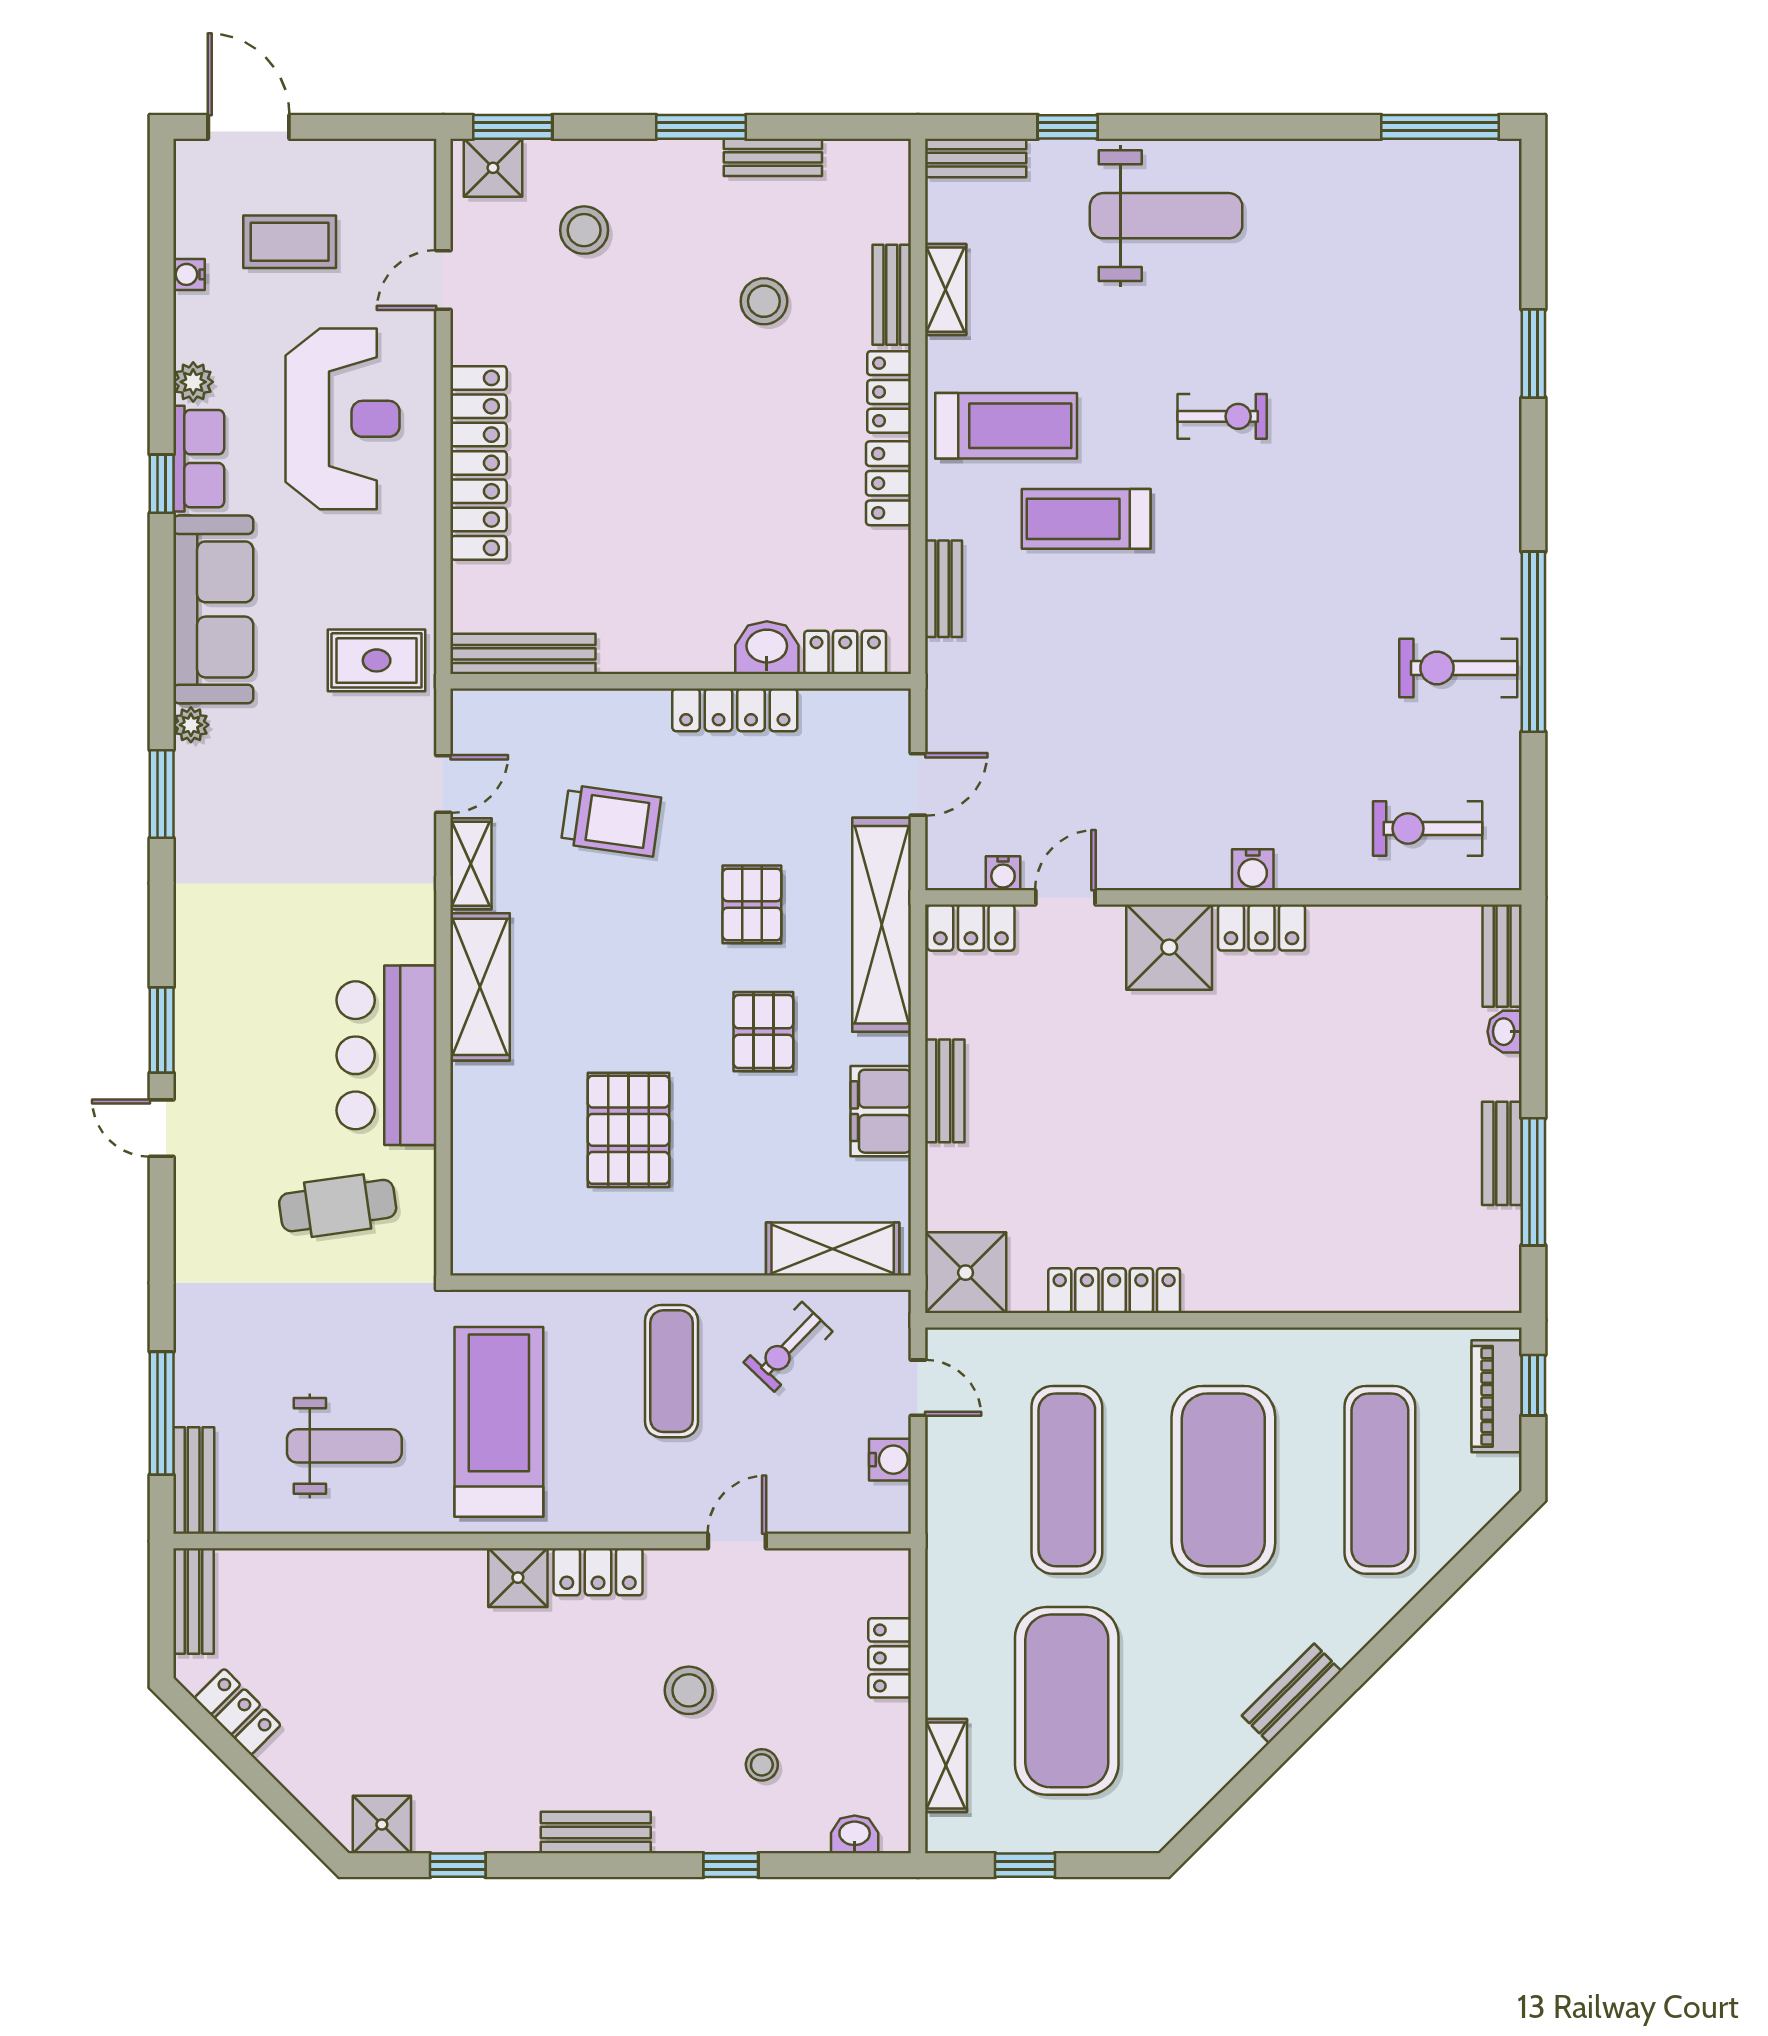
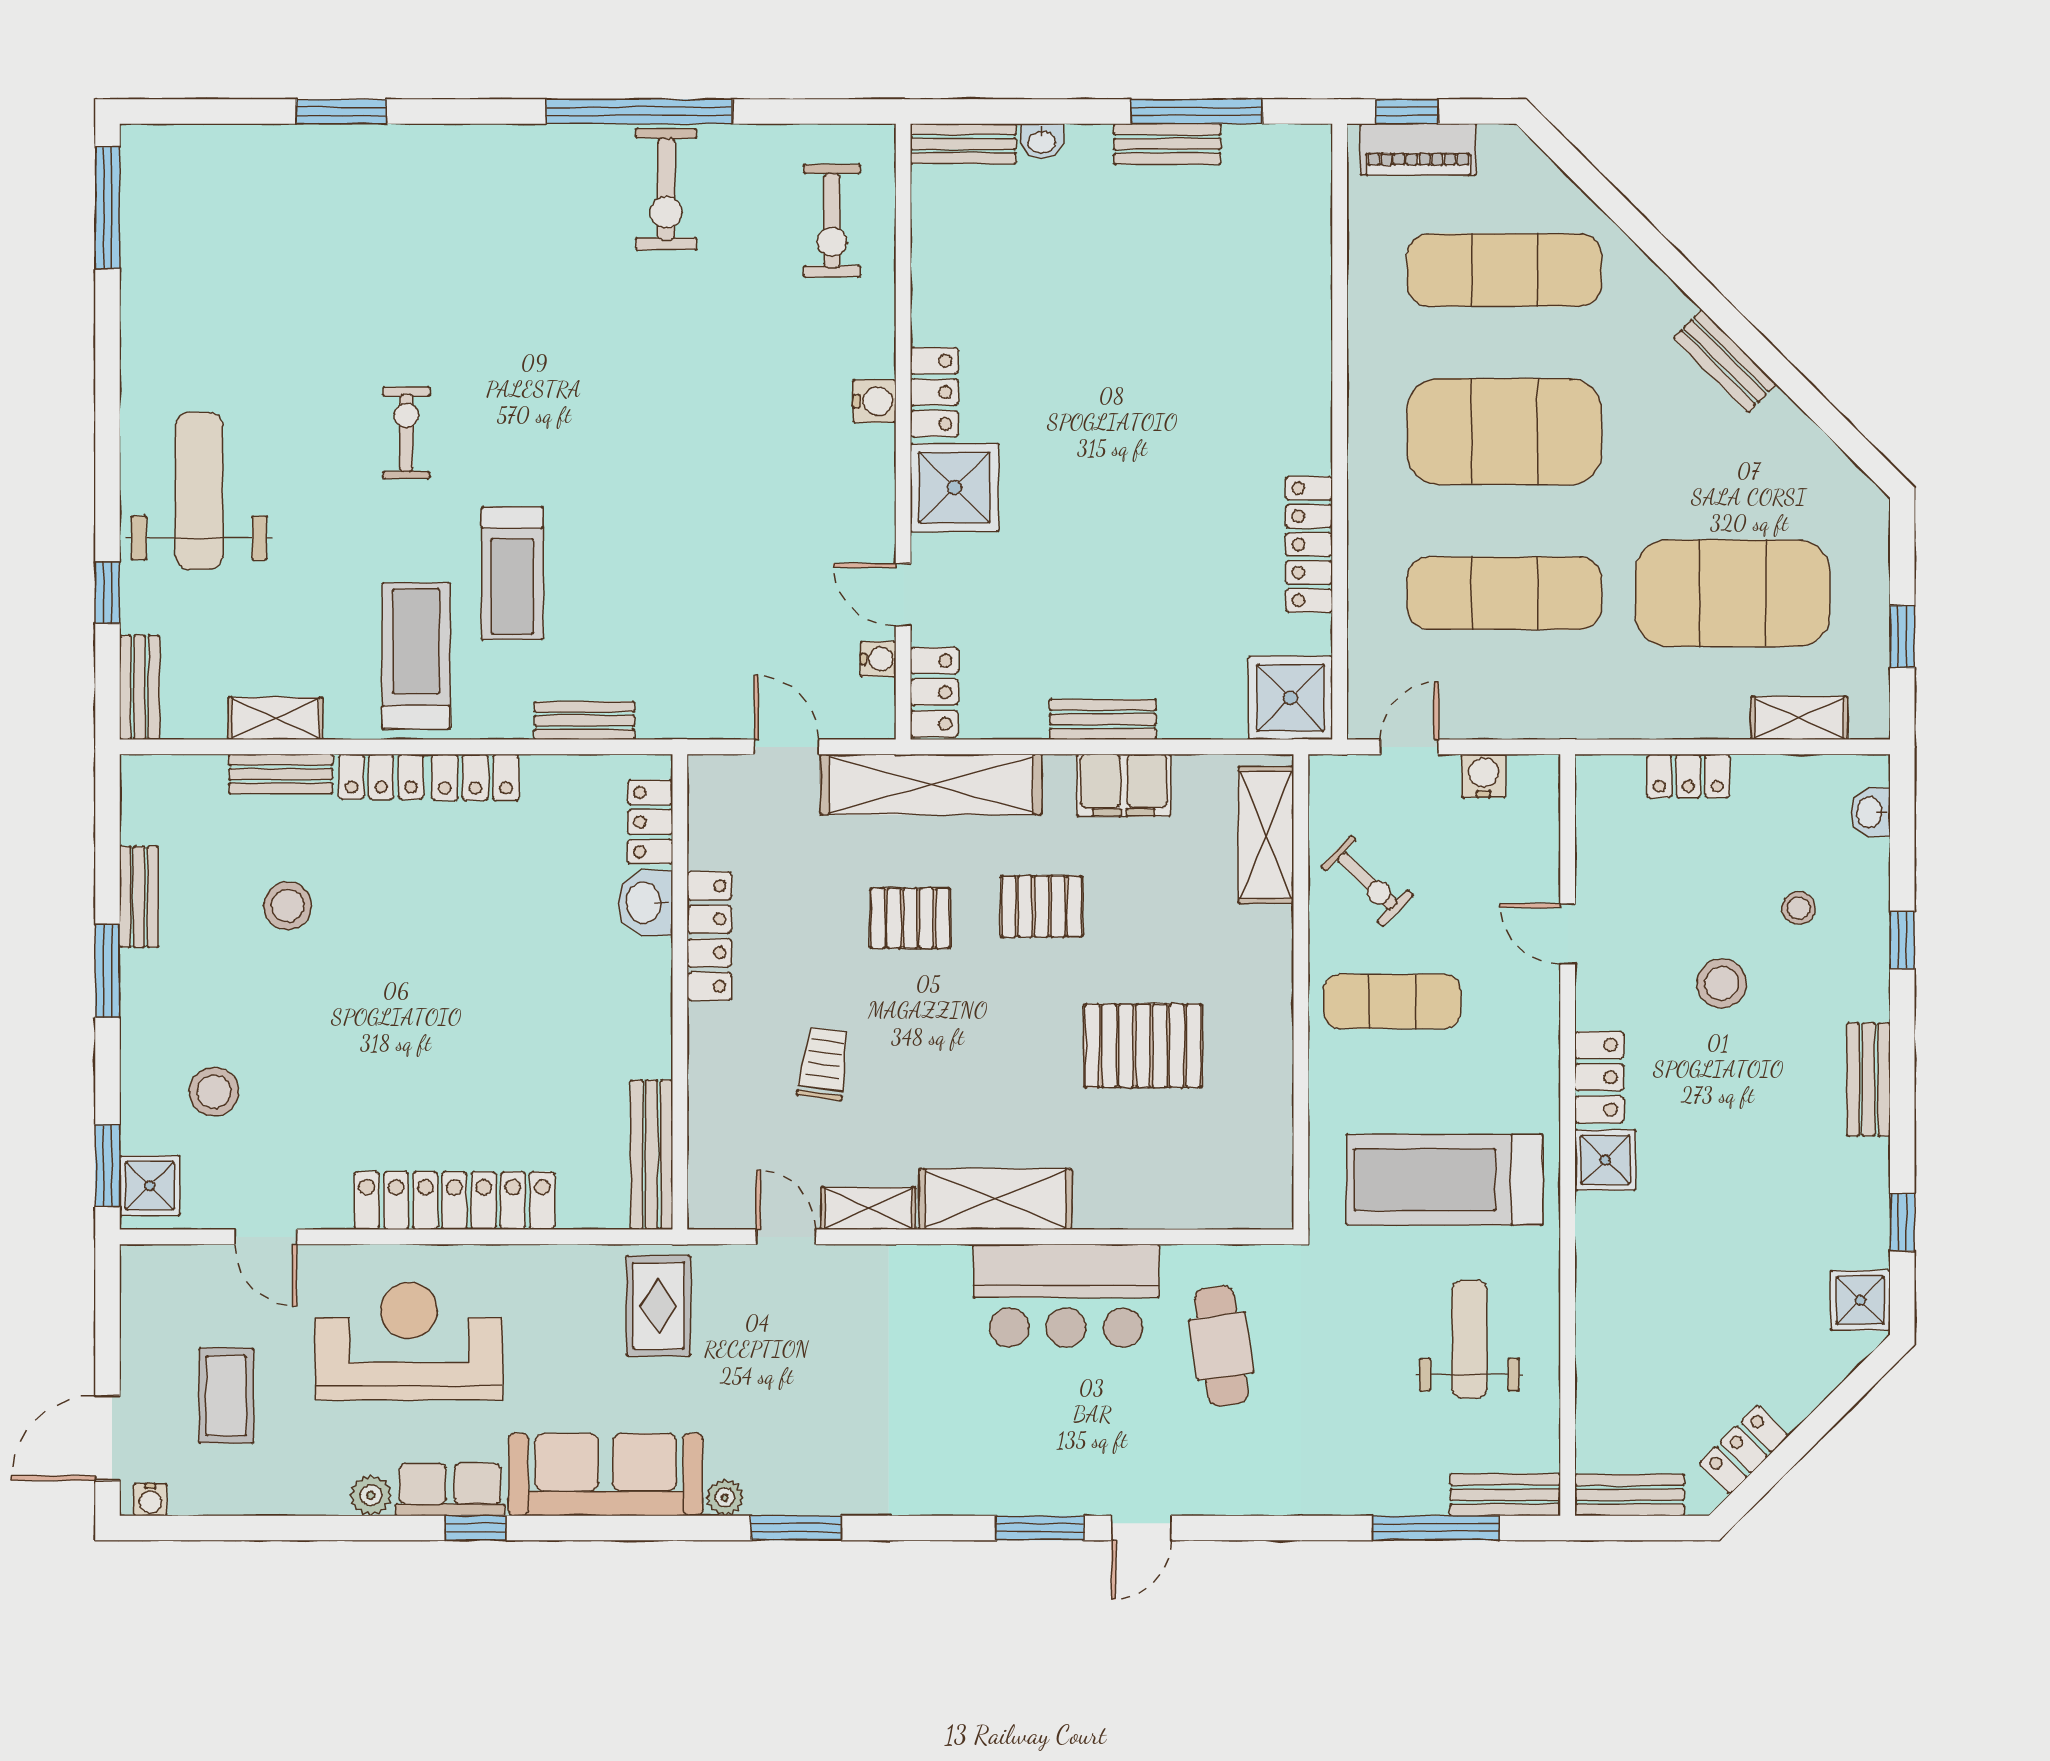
water cooler: (189, 274) -> (150, 1500), moved
trolley: (611, 821) -> (824, 1064), width x0.73, depth x0.72

